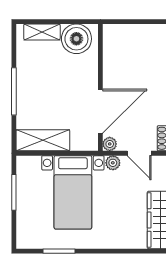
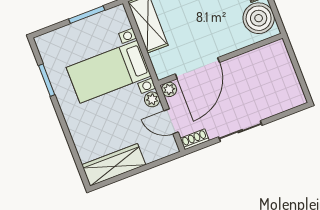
door: (100, 111) -> (197, 68), hinge flipped
door: (139, 153) -> (171, 121), hinge flipped

